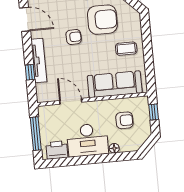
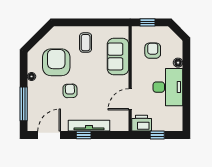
window: (30, 72) -> (84, 135), moved
sofa: (115, 84) -> (118, 56), width x0.73
window: (36, 134) -> (157, 135), width x0.46
printer: (57, 150) -> (142, 123), moved, turned 90

